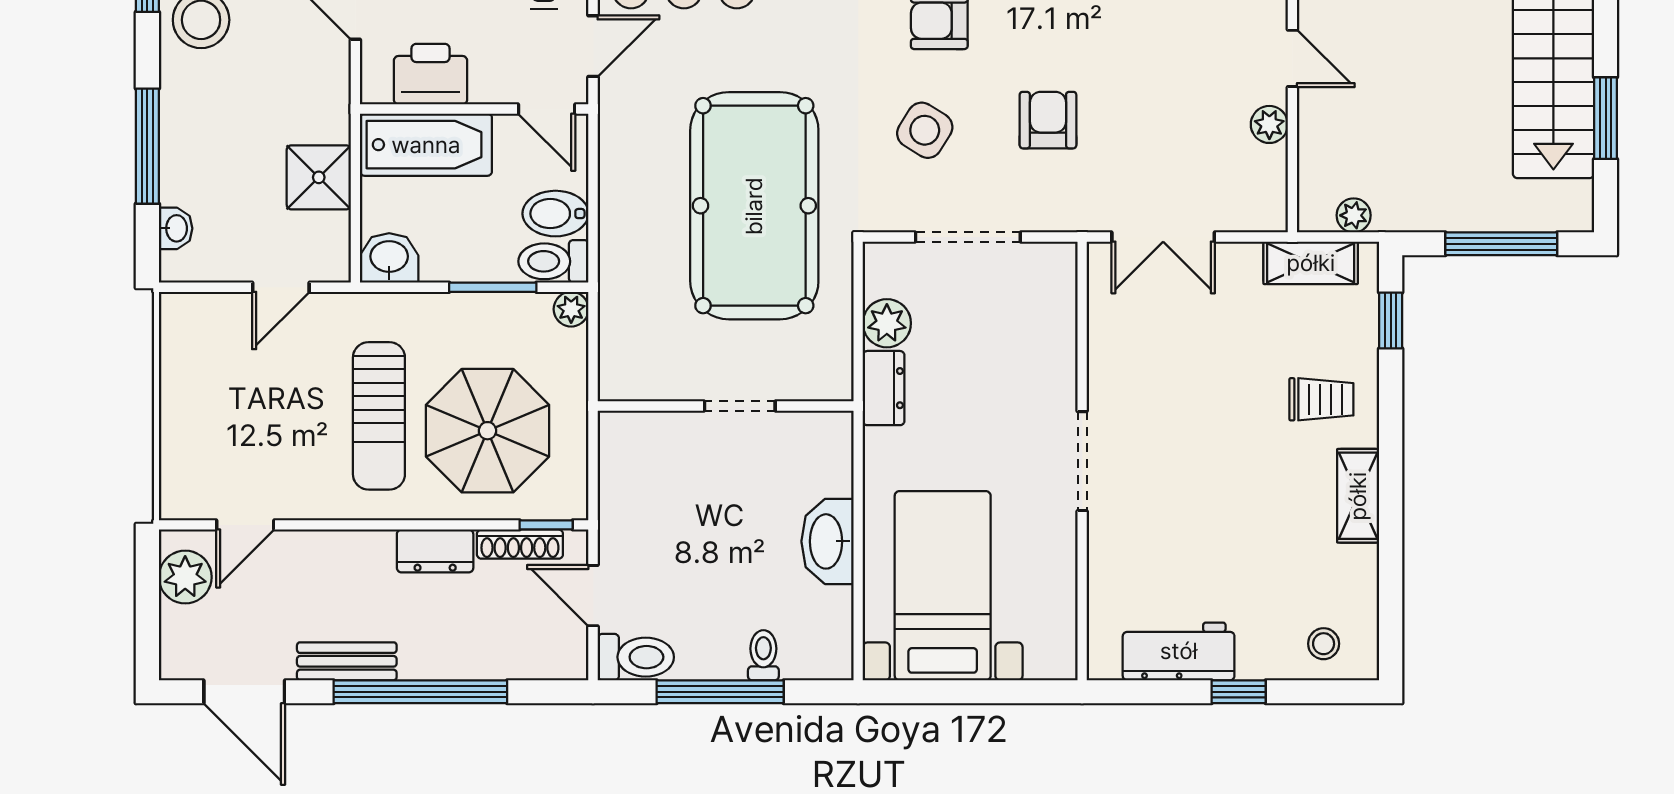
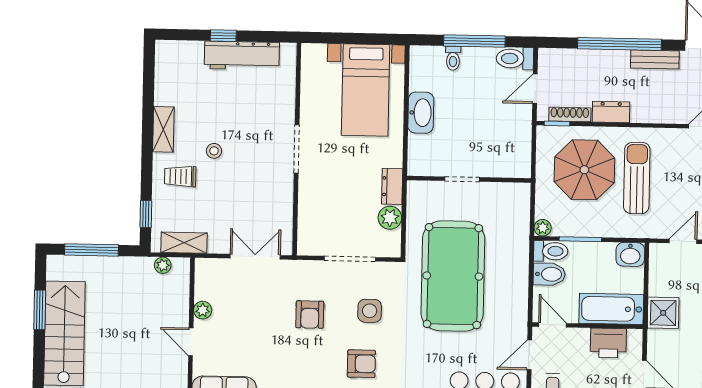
side table: (925, 130) -> (370, 311), turned -32
shower: (319, 177) -> (663, 313), moved
door: (593, 596) -> (535, 89), swing flipped
stool: (1324, 644) -> (214, 151), moved
workbench: (1179, 651) -> (242, 56), width x1.38

